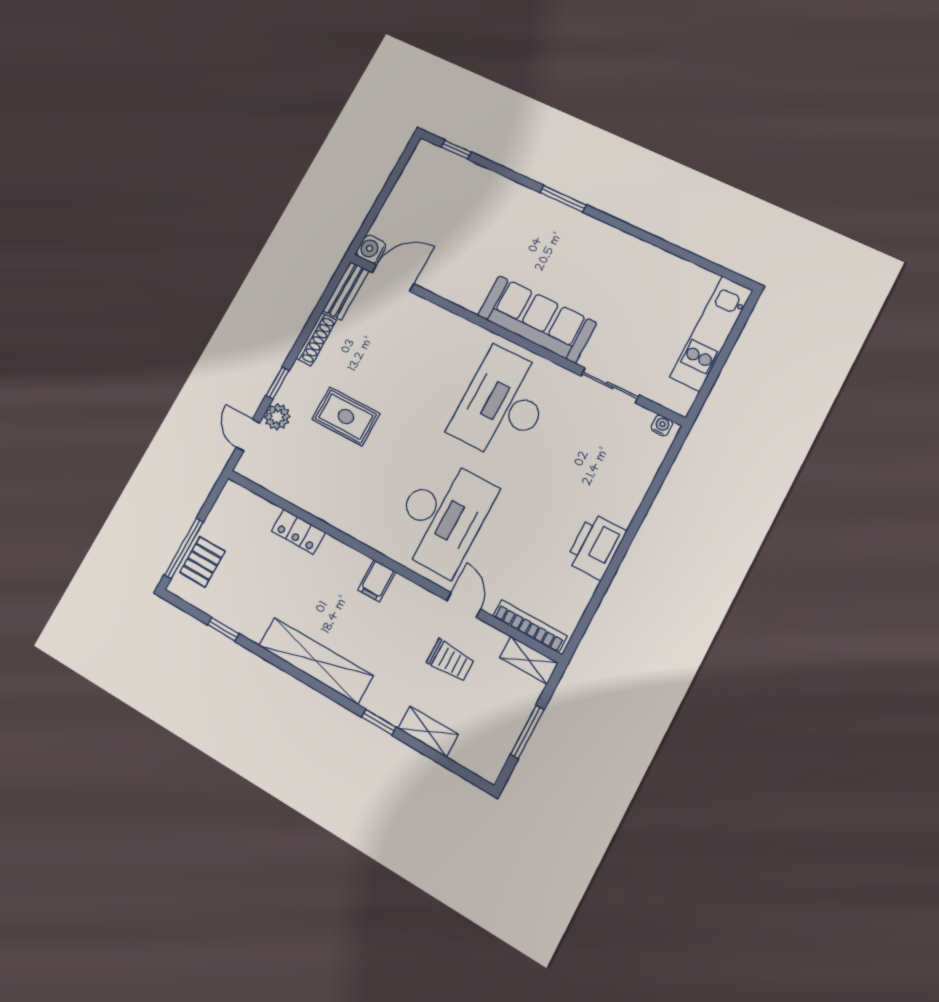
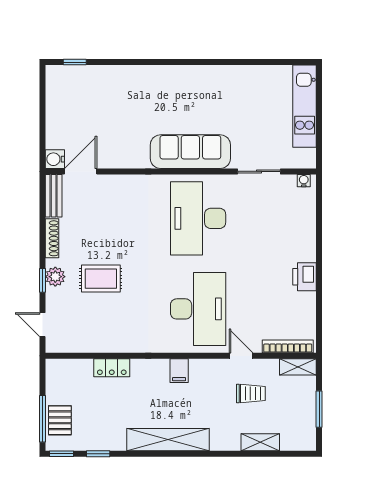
window: (563, 199) -> (165, 62), removed
plant: (277, 417) -> (55, 277), moved
printer: (596, 546) -> (305, 277), width x0.73, depth x0.84
window: (379, 722) -> (61, 454), moved

